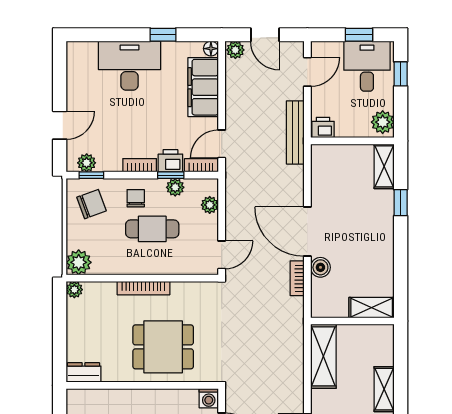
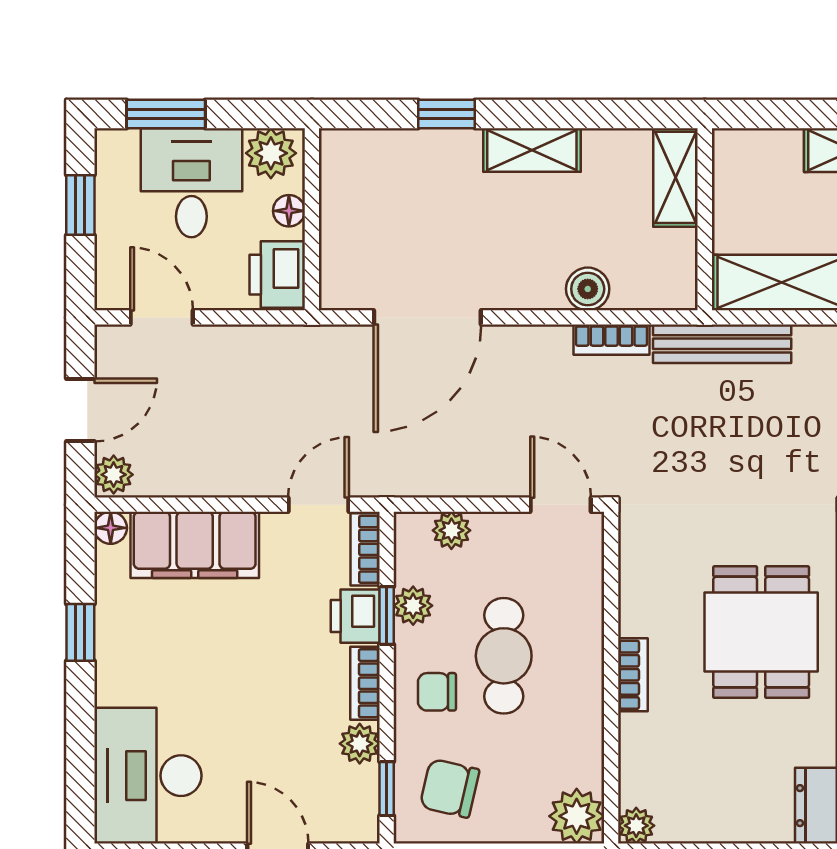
desk: (129, 66) -> (148, 776), moved
desk: (367, 66) -> (191, 183), moved, turned 90
window: (401, 74) -> (166, 114), width x1.50
printer: (323, 127) -> (277, 275), width x1.36, depth x1.24
floor lamp: (356, 130) -> (289, 211), added
bench: (295, 132) -> (722, 344), moved
door: (222, 144) -> (318, 505), swing flipped
plant: (87, 163) -> (360, 744), moved
shelving: (384, 166) -> (532, 150), moved
chair: (91, 204) -> (450, 788), turned -57
door: (307, 232) -> (427, 317), moved
bookcase: (144, 288) -> (633, 675), width x0.64

